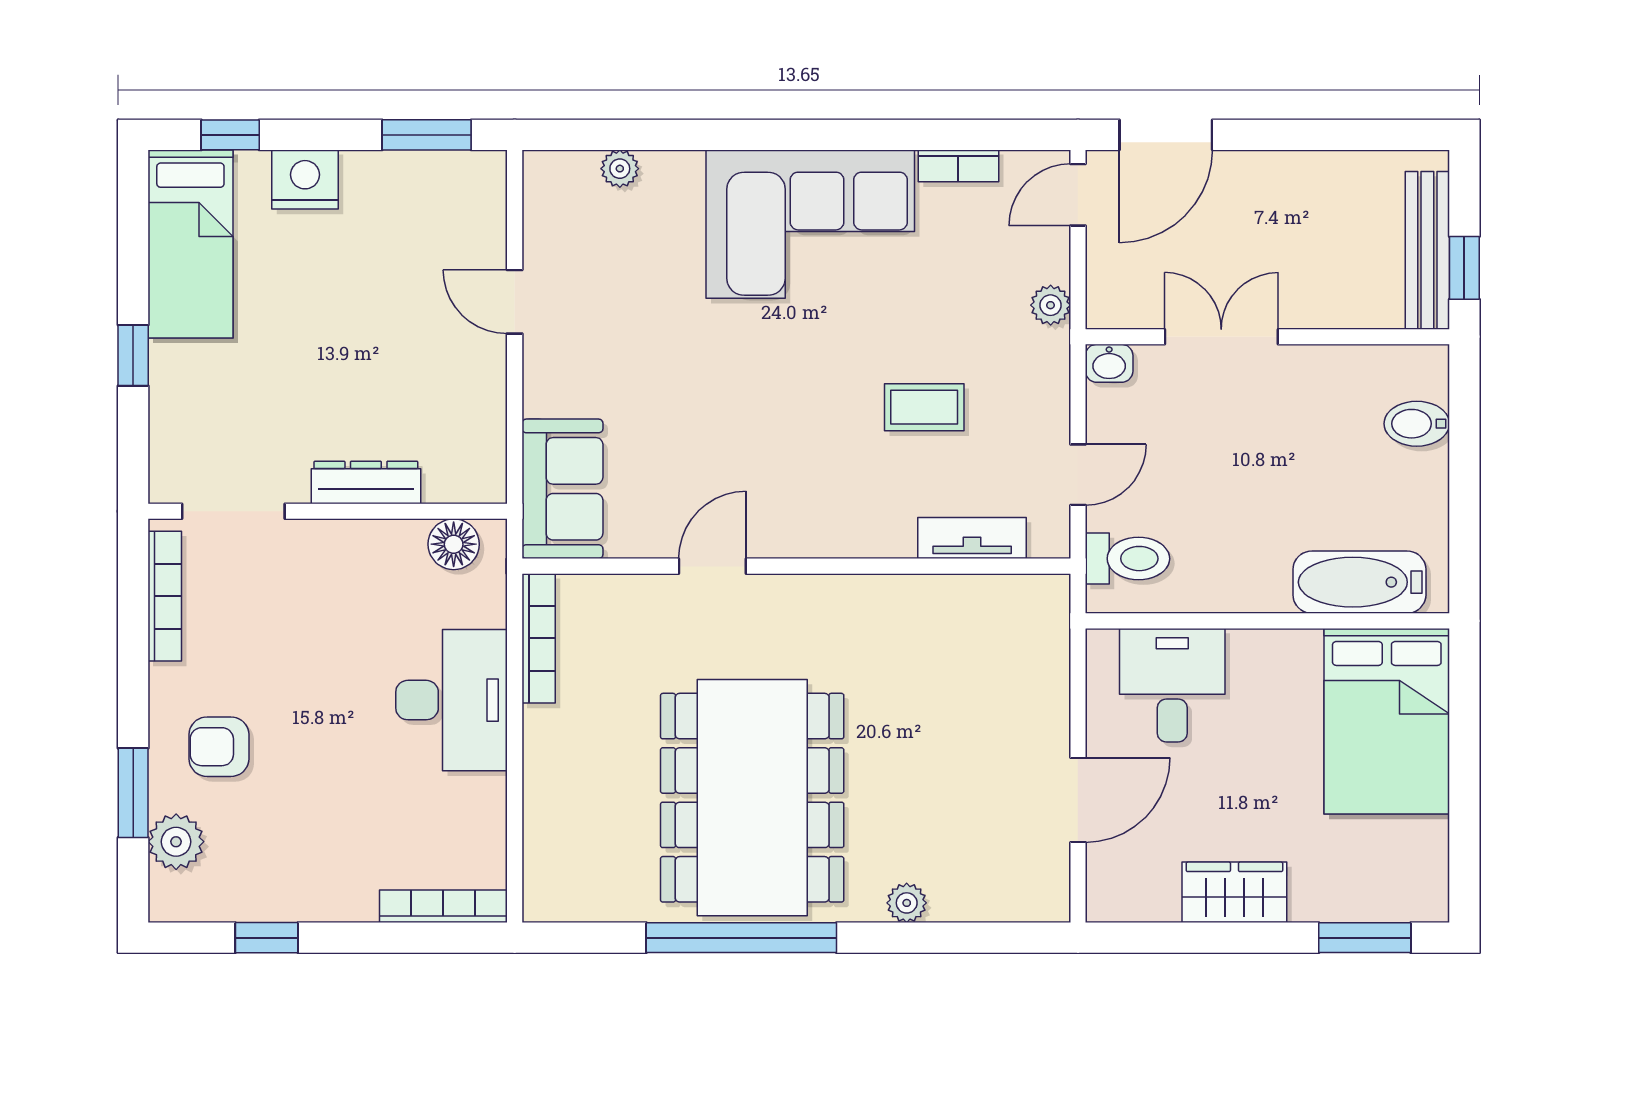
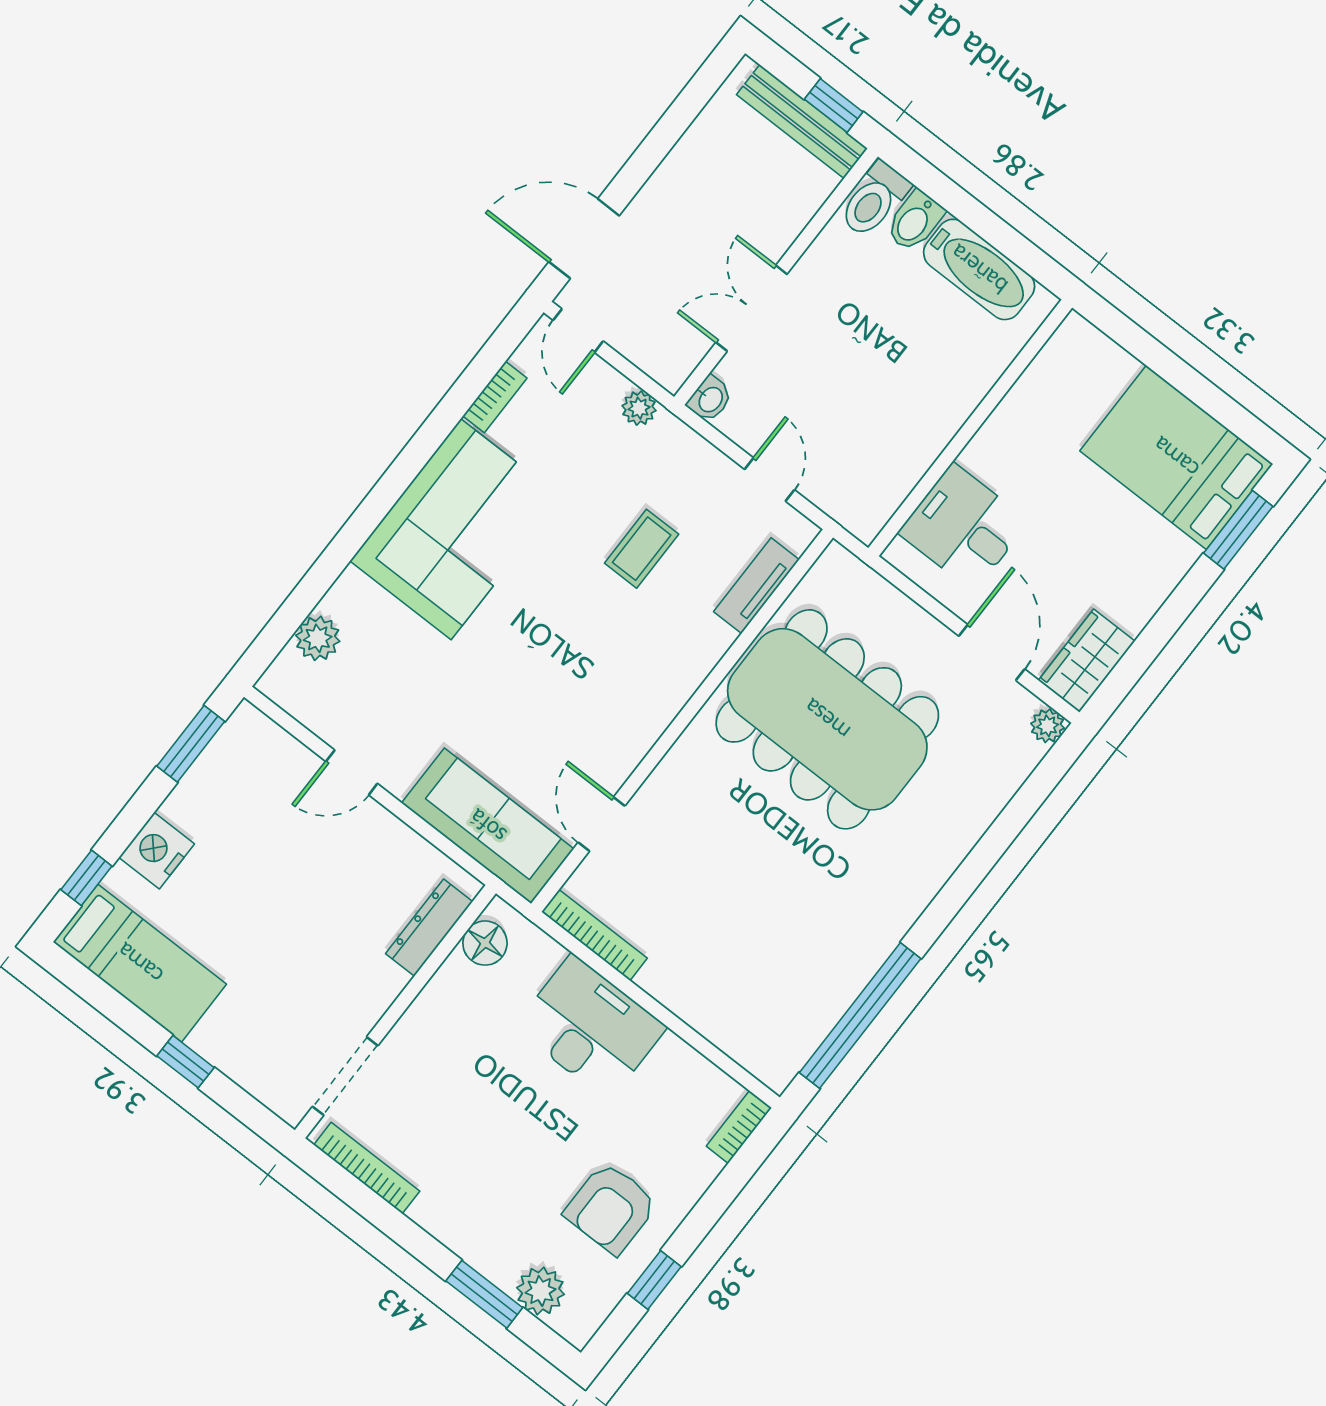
door: (1166, 135) -> (584, 239), swing flipped
plant: (620, 169) -> (318, 638), width x1.38, depth x1.38
dresser: (366, 482) -> (429, 928), moved
sofa: (562, 489) -> (488, 826), width x1.36
toilet: (1128, 559) -> (874, 200), moved, turned 180
door: (712, 566) -> (601, 824), moved
bathtub: (1359, 582) -> (979, 269), moved, turned -90
bed: (1387, 721) -> (1176, 457), moved, turned 180
armchair: (219, 747) -> (611, 1208), moved, width x1.38, depth x1.38
dining table: (752, 798) -> (827, 719), moved
wardrobe: (1234, 892) -> (1087, 661), moved
plant: (907, 903) -> (1048, 726), moved
bookcase: (443, 906) -> (739, 1127), width x0.64
window: (741, 938) -> (860, 1016), moved

